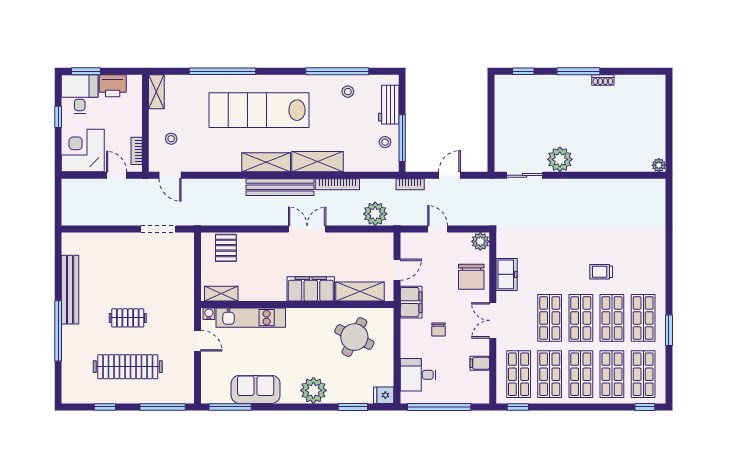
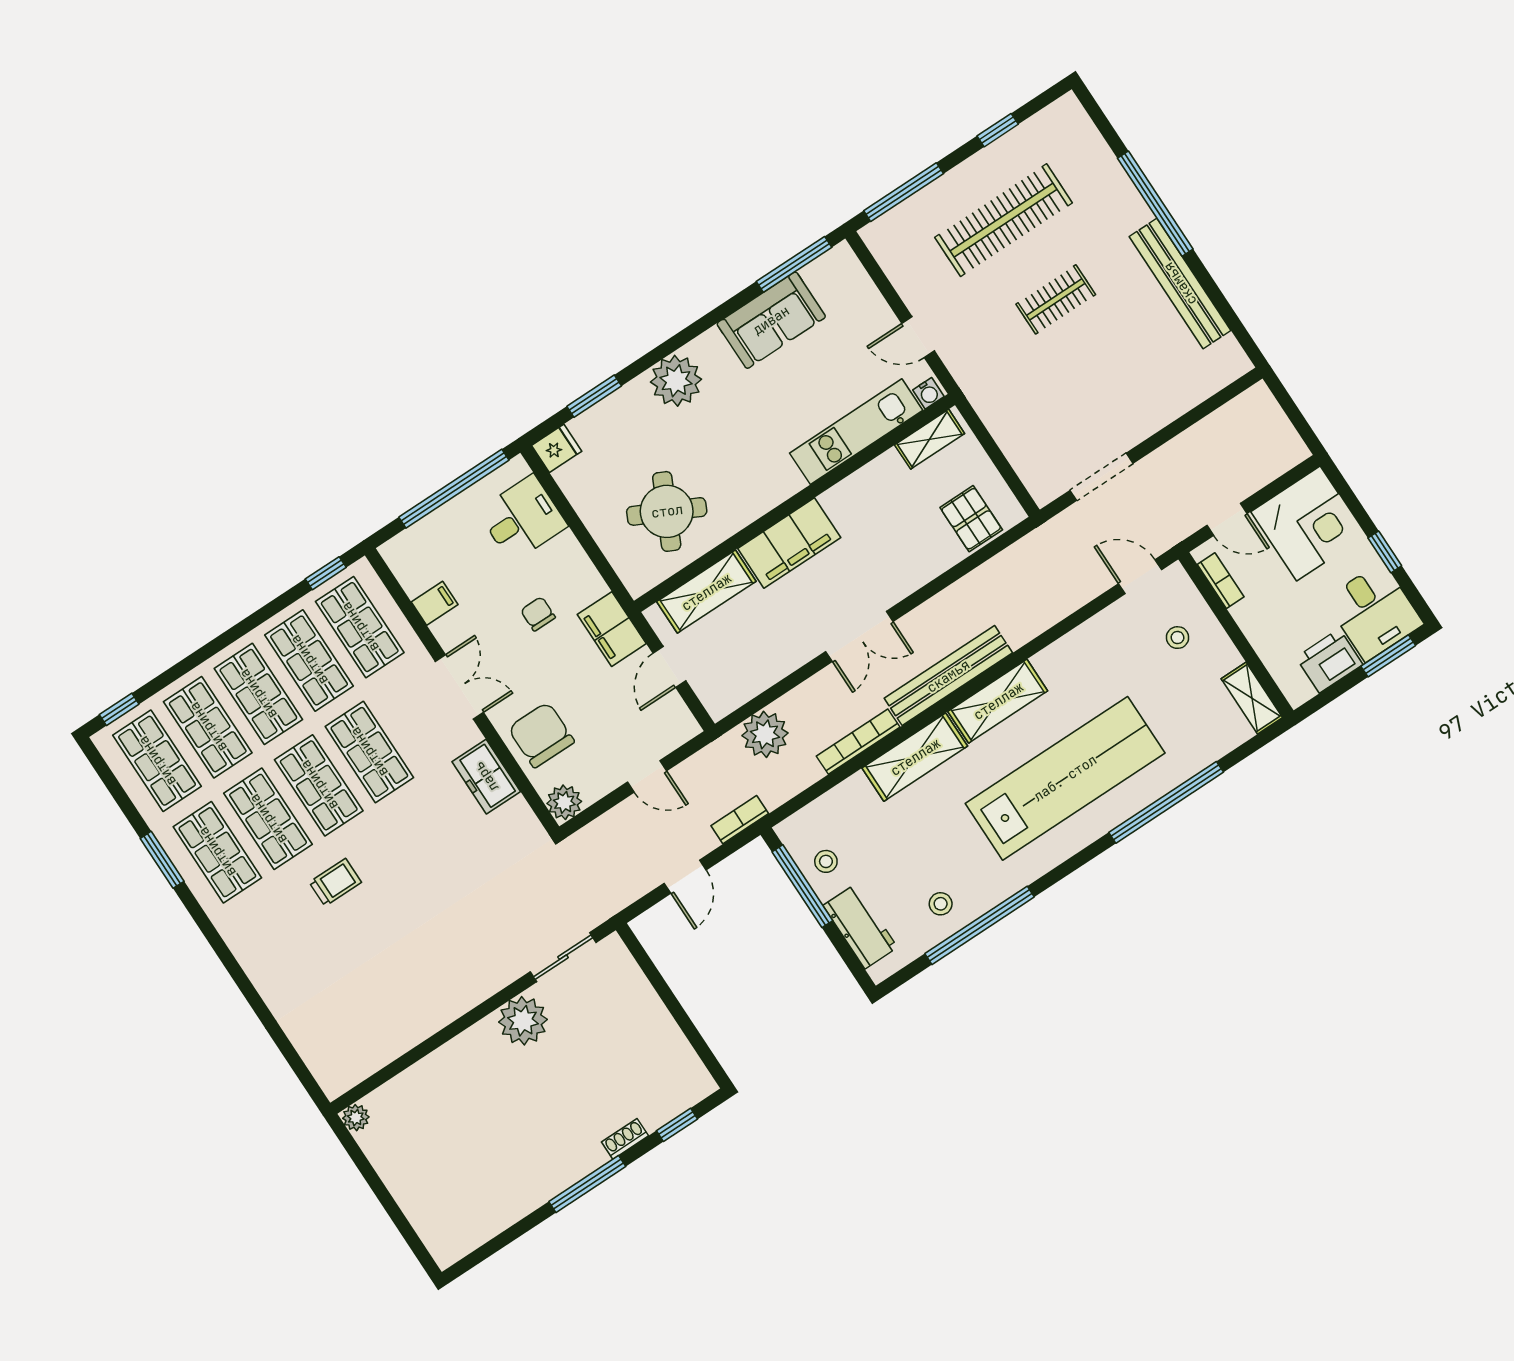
shoe rack: (603, 80) -> (625, 1139), moved

